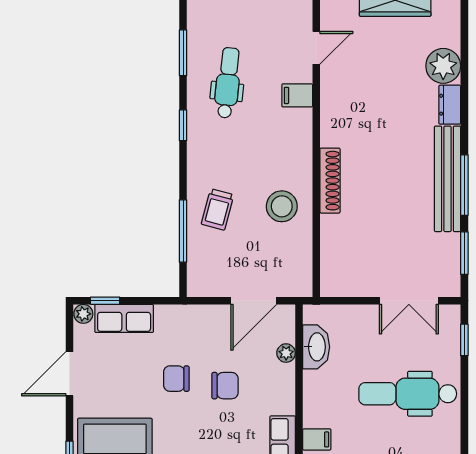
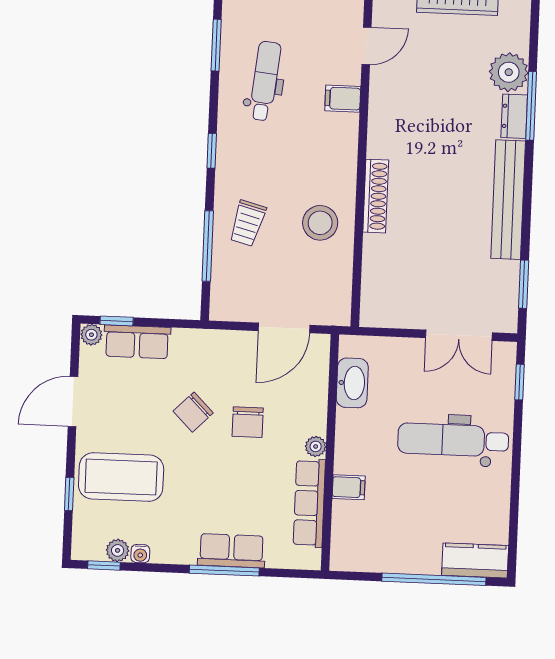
window: (183, 125) -> (212, 151), moved
window: (464, 185) -> (531, 106), moved
plant: (286, 353) -> (316, 446), moved
chair: (176, 379) -> (193, 412), turned -45
chair: (225, 386) -> (248, 422), turned 90

